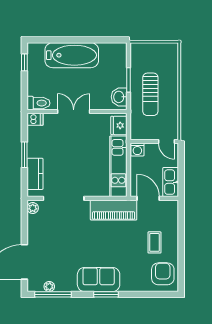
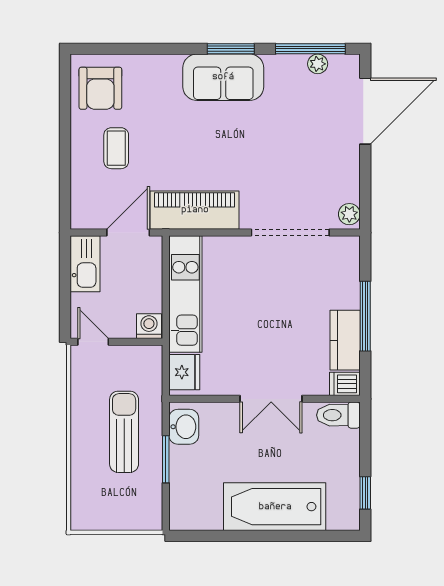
window: (24, 155) -> (365, 316), width x1.44
kitchen counter: (35, 174) -> (345, 340), moved
door: (148, 198) -> (128, 233), swing flipped
window: (106, 294) -> (231, 49), moved

